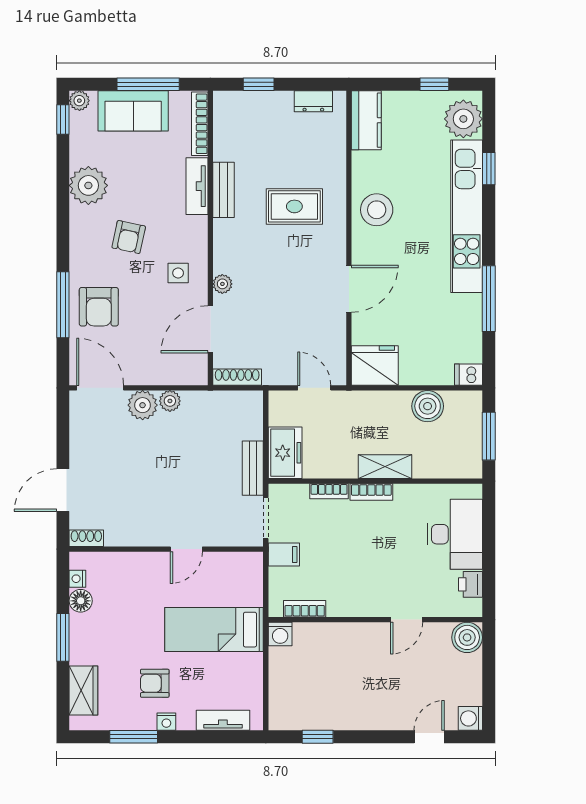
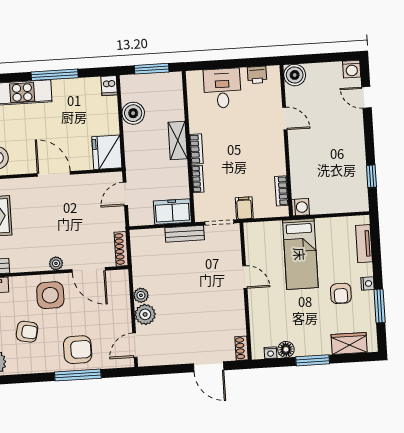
side table: (178, 273) -> (50, 295), width x1.87, depth x1.87
door: (100, 388) -> (135, 345), width x0.73
desk: (455, 534) -> (222, 88), width x0.73

